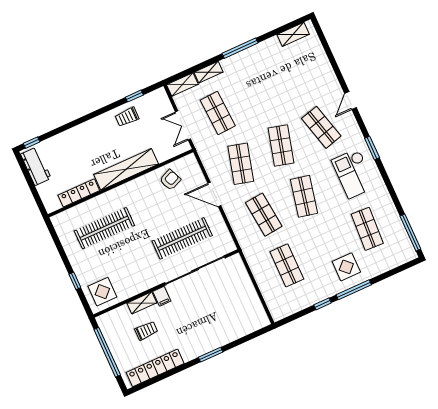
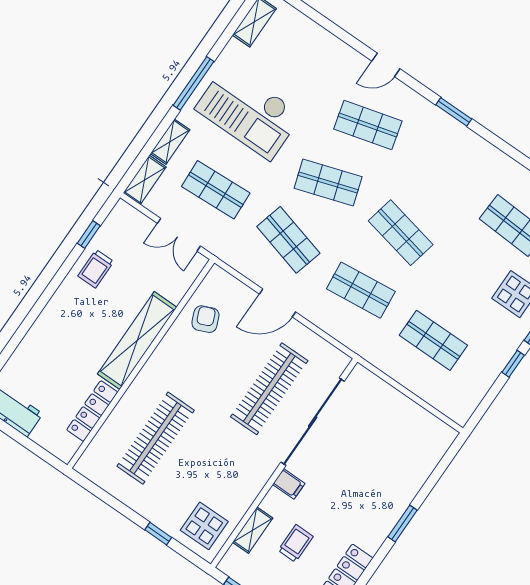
door: (351, 100) -> (386, 65), hinge flipped
shop shelf: (281, 146) -> (328, 182), turned -33
checkout: (354, 173) -> (249, 112), moved, width x1.36, depth x1.21
shelving: (142, 303) -> (253, 530), moved

